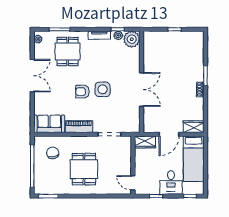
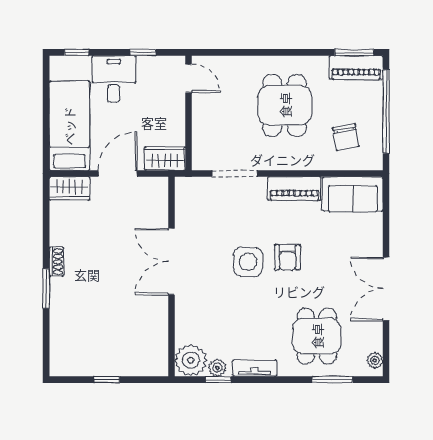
armchair: (82, 92) -> (287, 257), turned 90
piano: (47, 188) -> (356, 68), added

